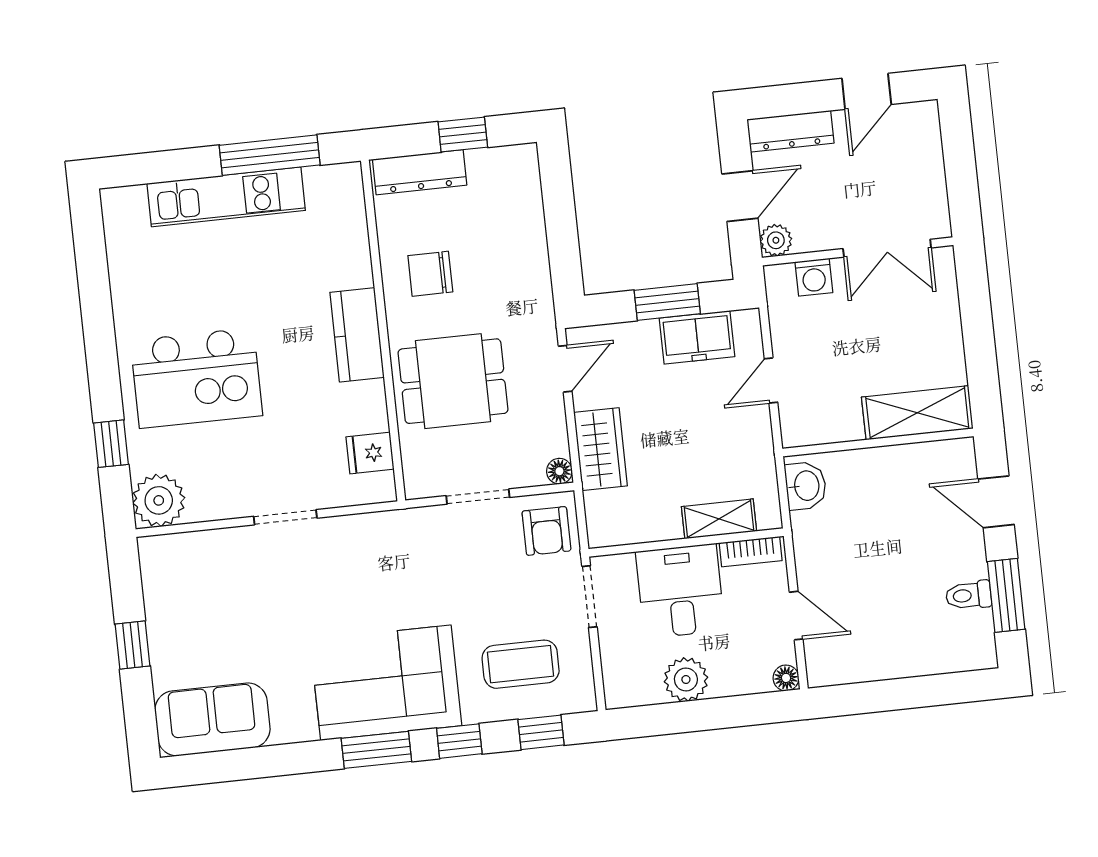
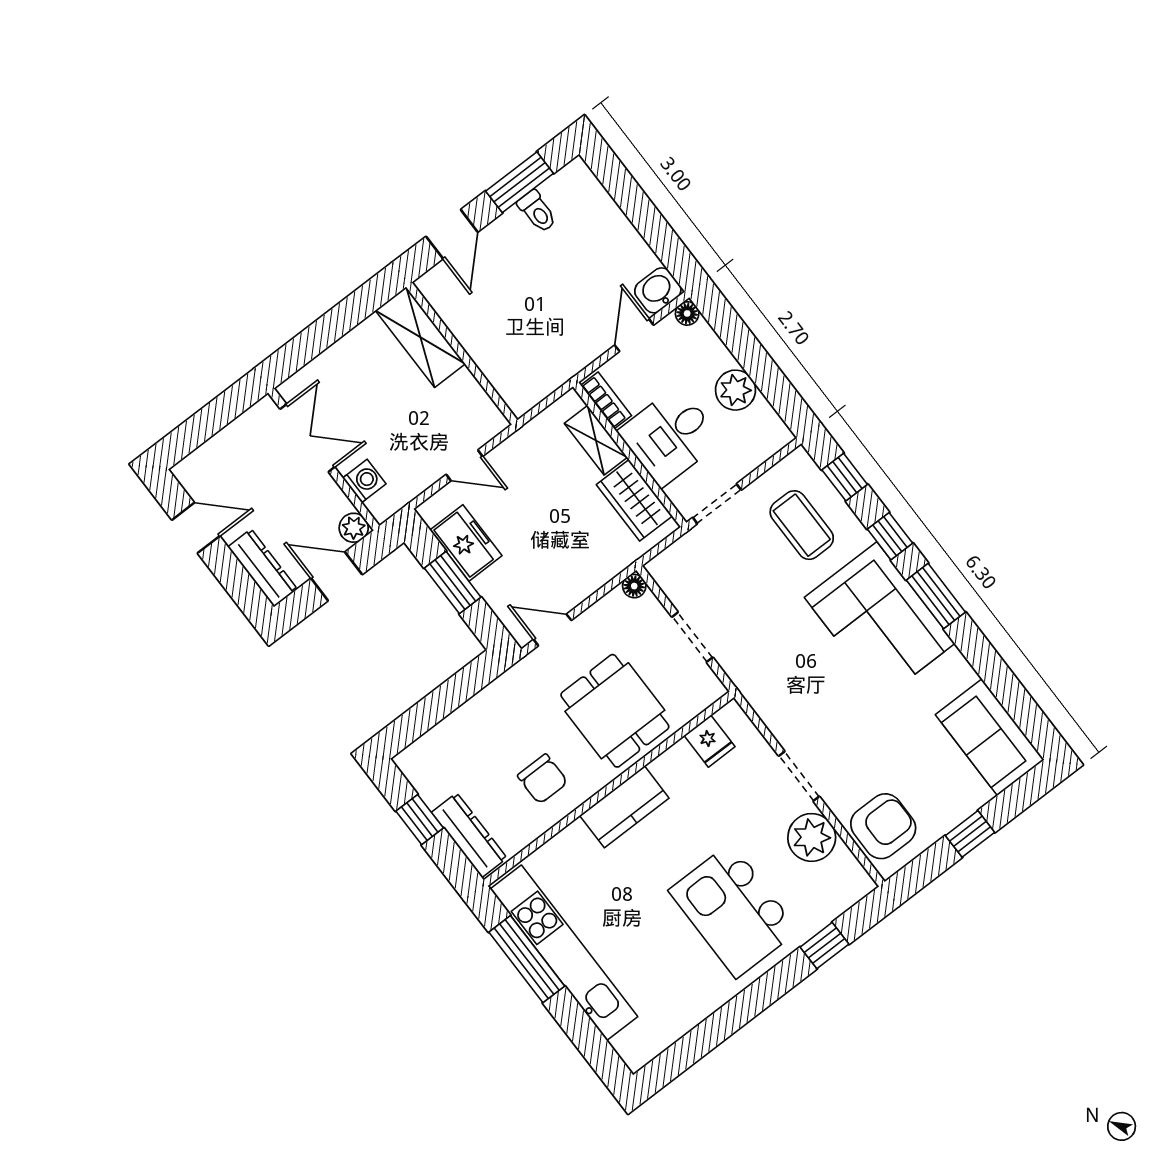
kitchen unit: (226, 197) -> (564, 953), width x1.36
kitchen island: (196, 378) -> (733, 911), turned 180
wardrobe: (601, 449) -> (634, 500), moved, turned -90
washbasin: (806, 486) -> (658, 290), moved
plant: (159, 500) -> (812, 837), moved
armchair: (546, 531) -> (883, 826), moved, width x1.38, depth x1.38

